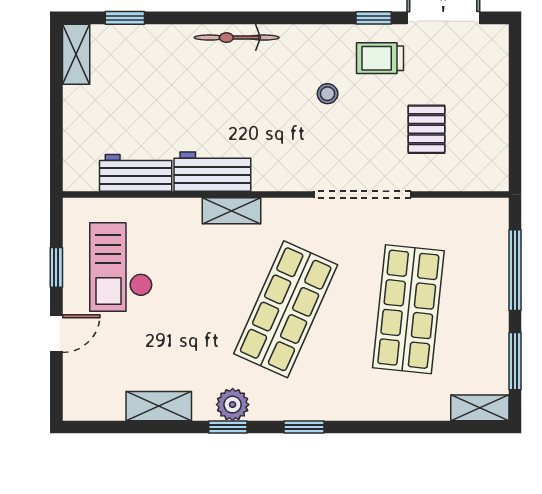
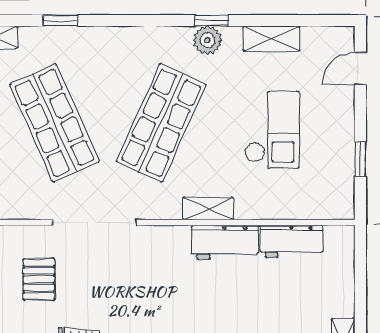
stool: (328, 94) -> (125, 310), removed
checkout: (121, 267) -> (272, 130), moved
shop shelf: (408, 309) -> (55, 123), turned -30
door: (56, 334) -> (360, 68), moved
window: (304, 427) -> (60, 21), moved

